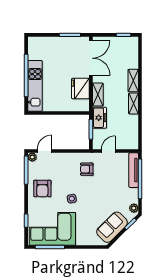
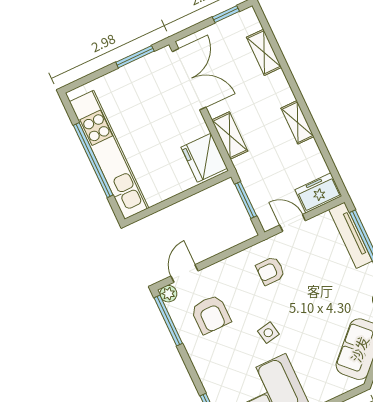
shelving: (133, 81) -> (264, 52), moved
kitchen unit: (35, 86) -> (109, 155), width x1.36
fridge: (80, 89) -> (204, 158), moved
freezer: (99, 118) -> (318, 193), moved, turned -90
door: (108, 151) -> (293, 223), hinge flipped
armchair: (42, 188) -> (211, 314), moved

